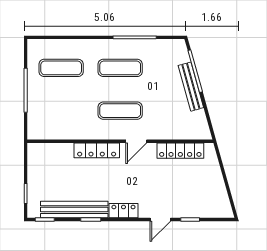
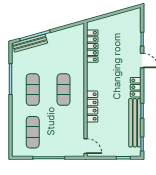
bench: (191, 87) -> (30, 43), moved
door: (136, 141) -> (86, 146), moved

